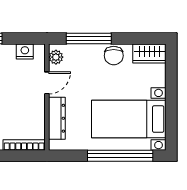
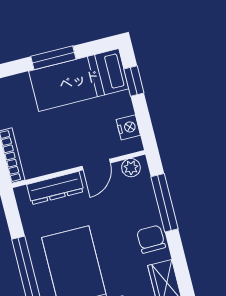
chair: (114, 56) -> (151, 239), turned 89
door: (47, 83) -> (96, 165), hinge flipped

